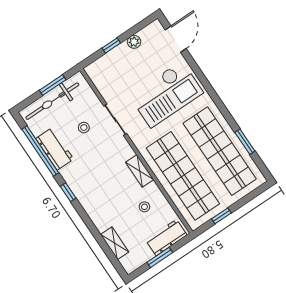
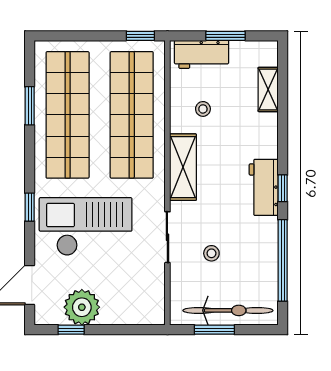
plant: (134, 42) -> (82, 307), width x1.88, depth x1.88
window: (111, 45) -> (71, 330), moved
window: (206, 84) -> (30, 207), added
workbench: (55, 149) -> (264, 187), moved
shelving: (140, 171) -> (183, 167), width x1.50, depth x1.33
window: (221, 216) -> (140, 36), moved

